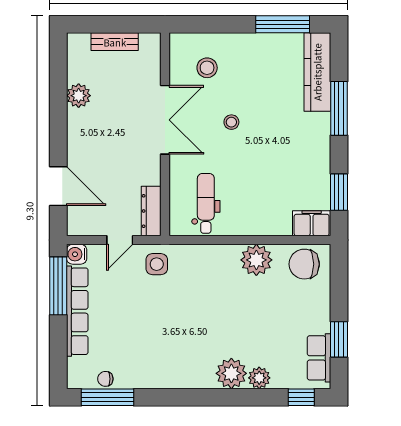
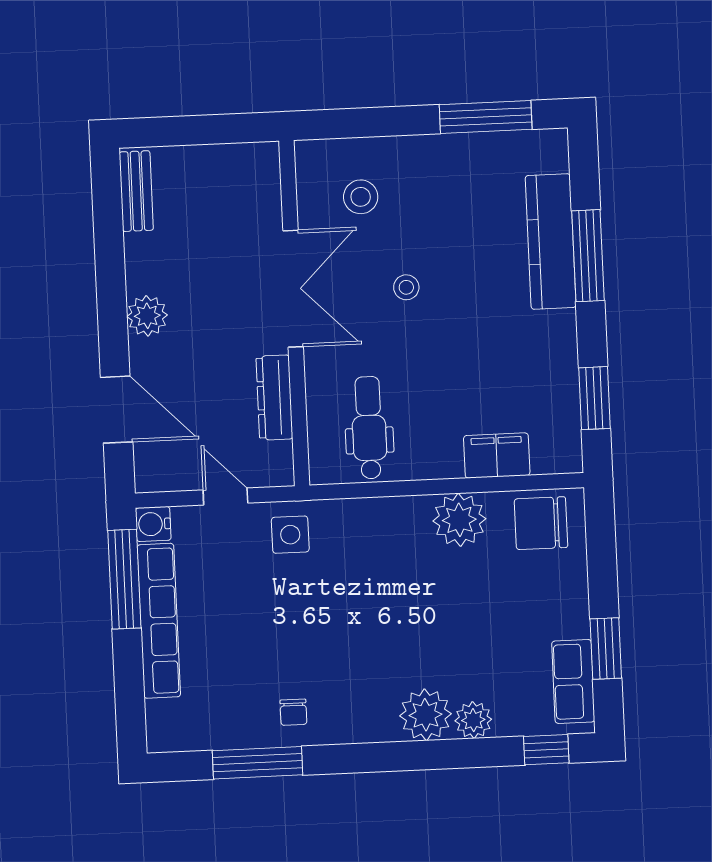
bench: (115, 42) -> (136, 191), moved, turned 90
kitchen counter: (317, 72) -> (551, 241), moved
plant: (79, 96) -> (147, 316), moved
dresser: (151, 211) -> (274, 398), moved
filing cabinet: (312, 223) -> (497, 456), moved
door: (120, 240) -> (225, 496), swing flipped
chair: (105, 379) -> (293, 712), moved, turned -90
window: (108, 397) -> (258, 763), moved

